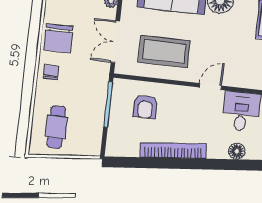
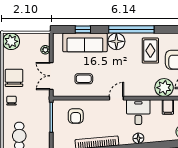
chair: (58, 38) -> (14, 78), turned 180
coffee table: (164, 52) -> (84, 79), width x0.54, depth x0.58

